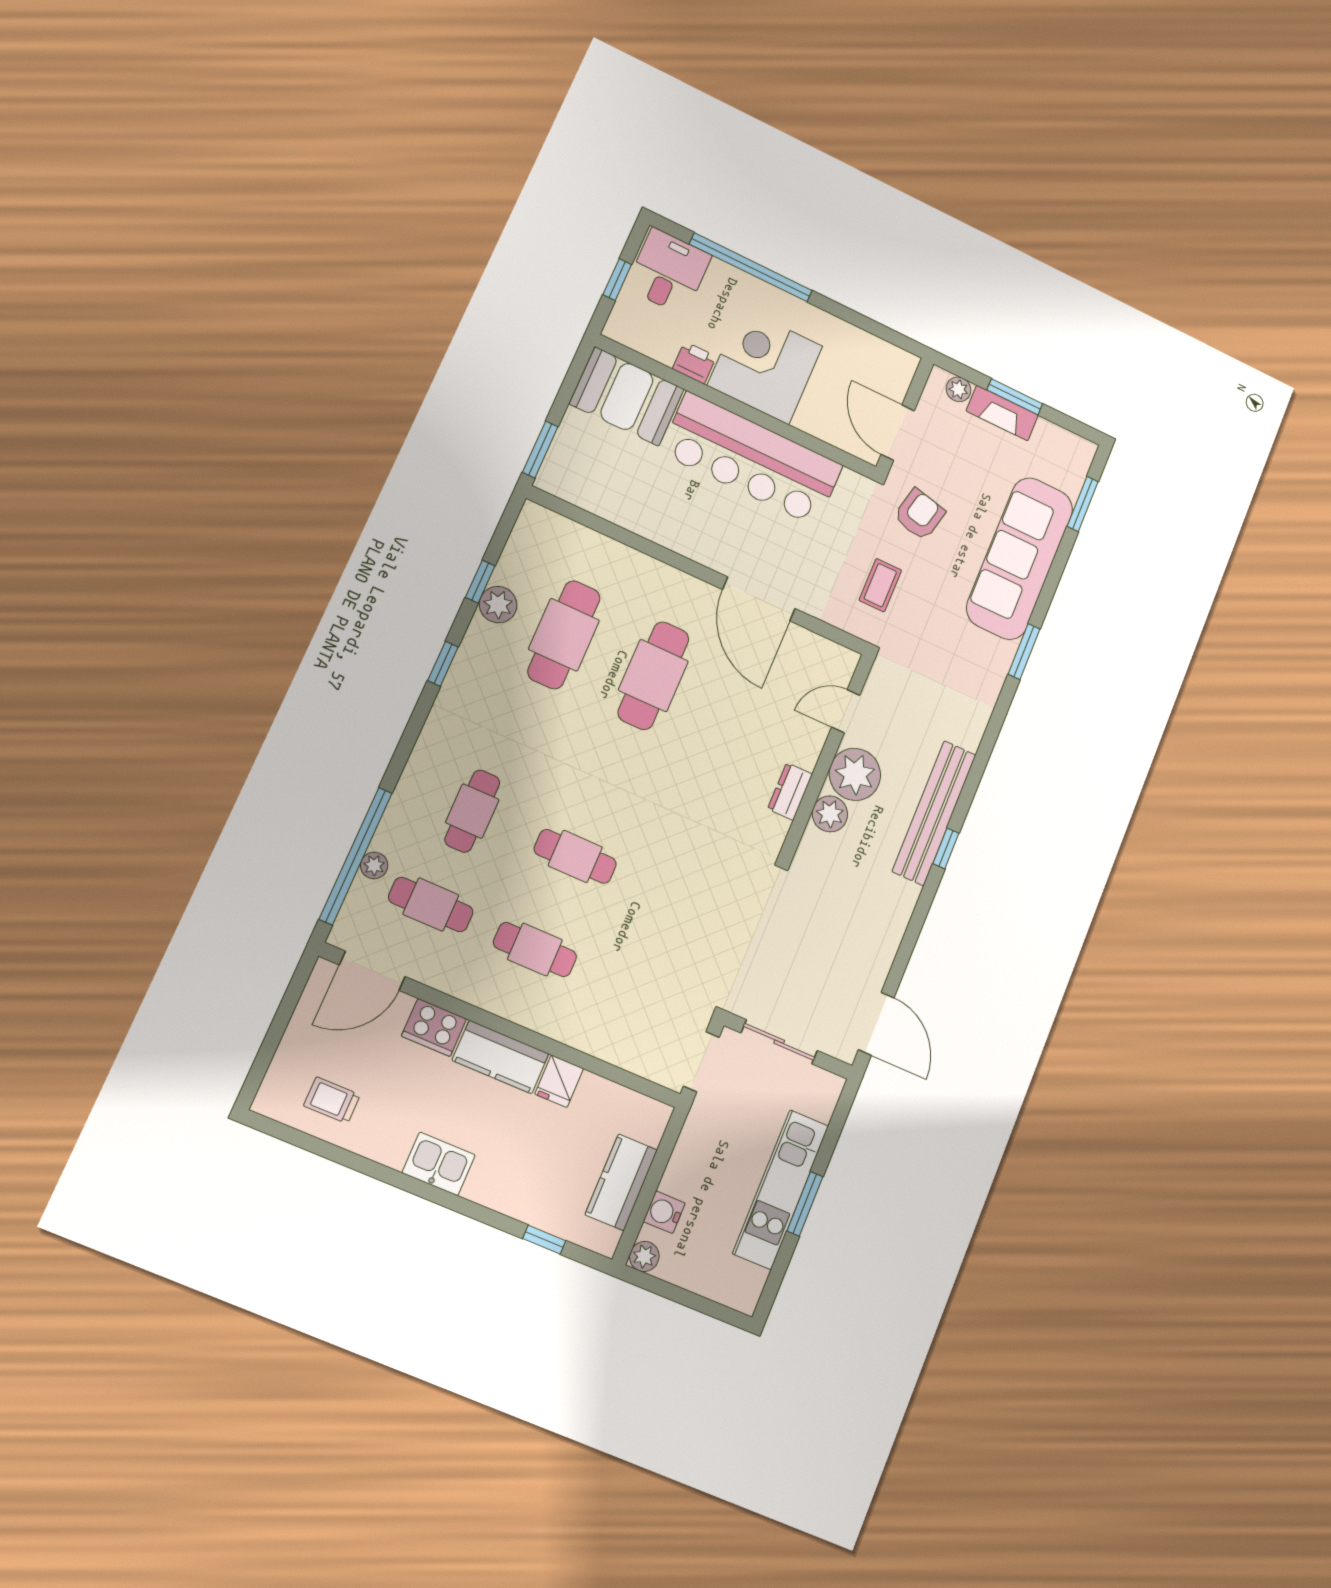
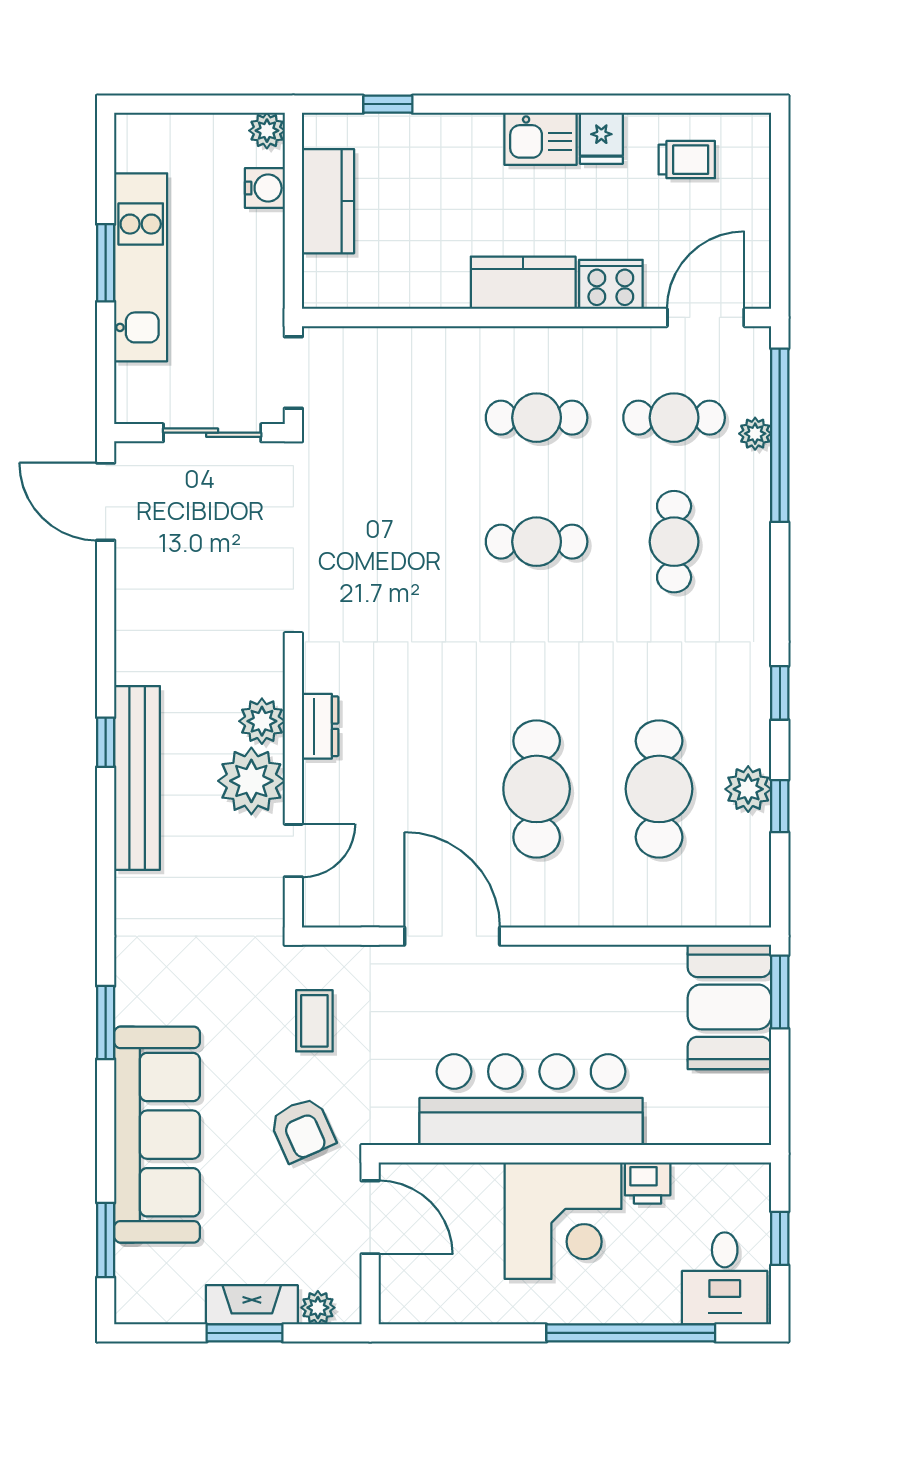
booth: (627, 396) -> (729, 1007), moved, turned 90
armchair: (919, 515) -> (302, 1130), turned -37
fridge: (559, 1081) -> (601, 138), moved, turned 180

